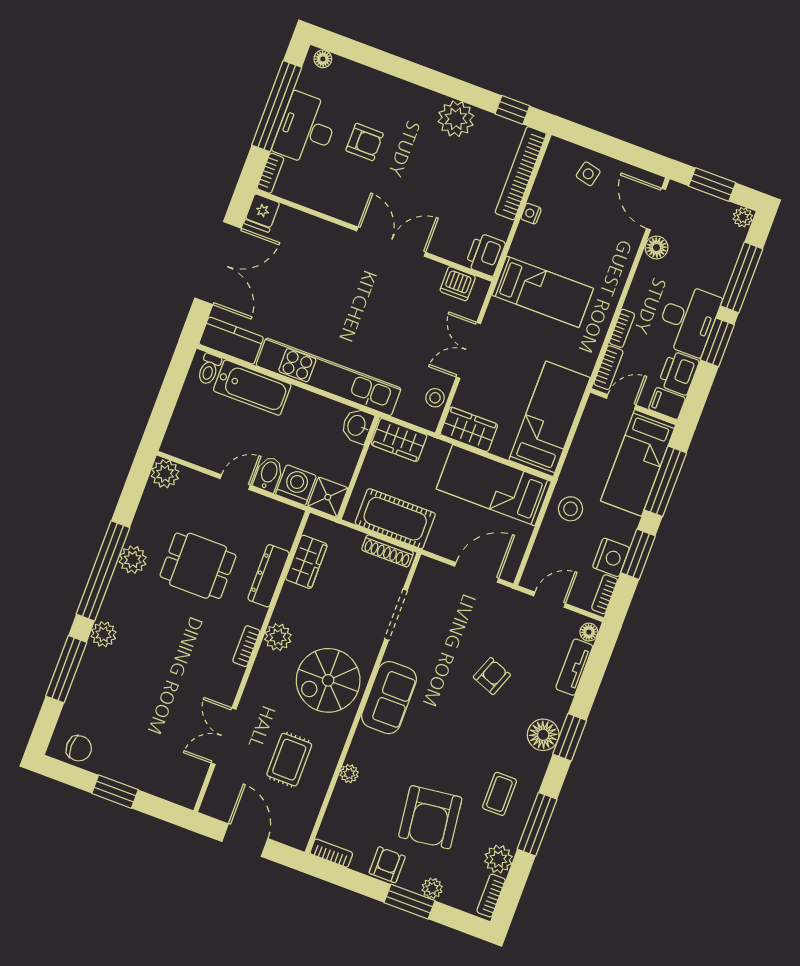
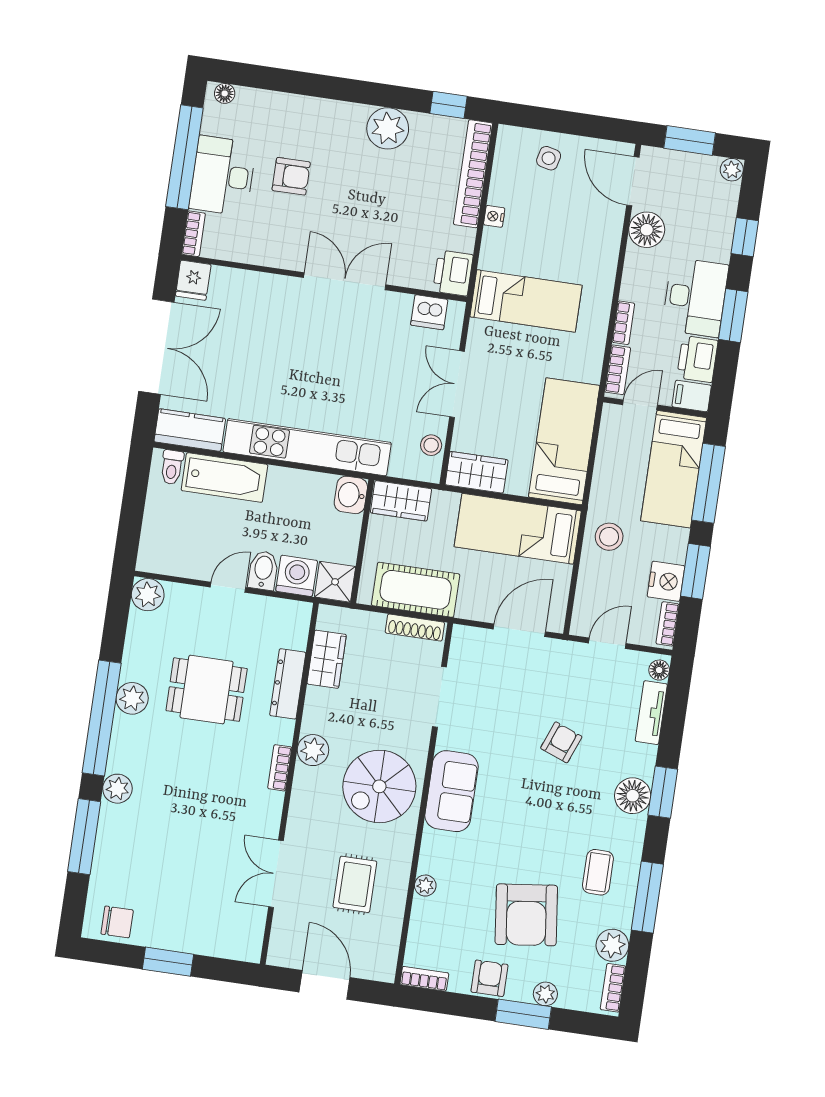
floor lamp: (656, 248) -> (647, 230), width x1.38, depth x1.38
window: (742, 277) -> (745, 237), width x0.46

